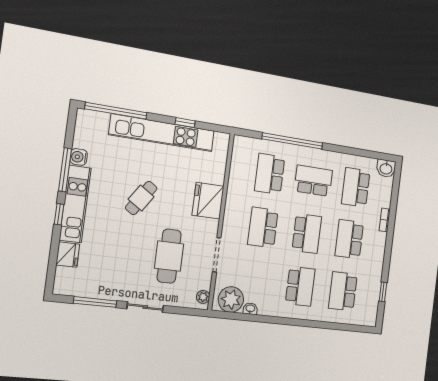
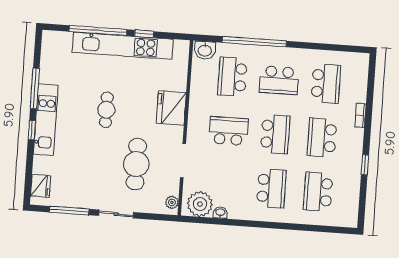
window: (116, 111) -> (98, 30), moved
water cooler: (79, 157) -> (46, 76), removed
washbasin: (386, 168) -> (205, 50), moved
school desk: (313, 181) -> (279, 80), turned 180
school desk: (356, 187) -> (326, 84), turned 180
cafe table: (141, 198) -> (106, 110), turned -33
school desk: (263, 227) -> (229, 131), turned 90
fridge: (68, 255) -> (40, 186), moved
window: (383, 292) -> (365, 165), moved

